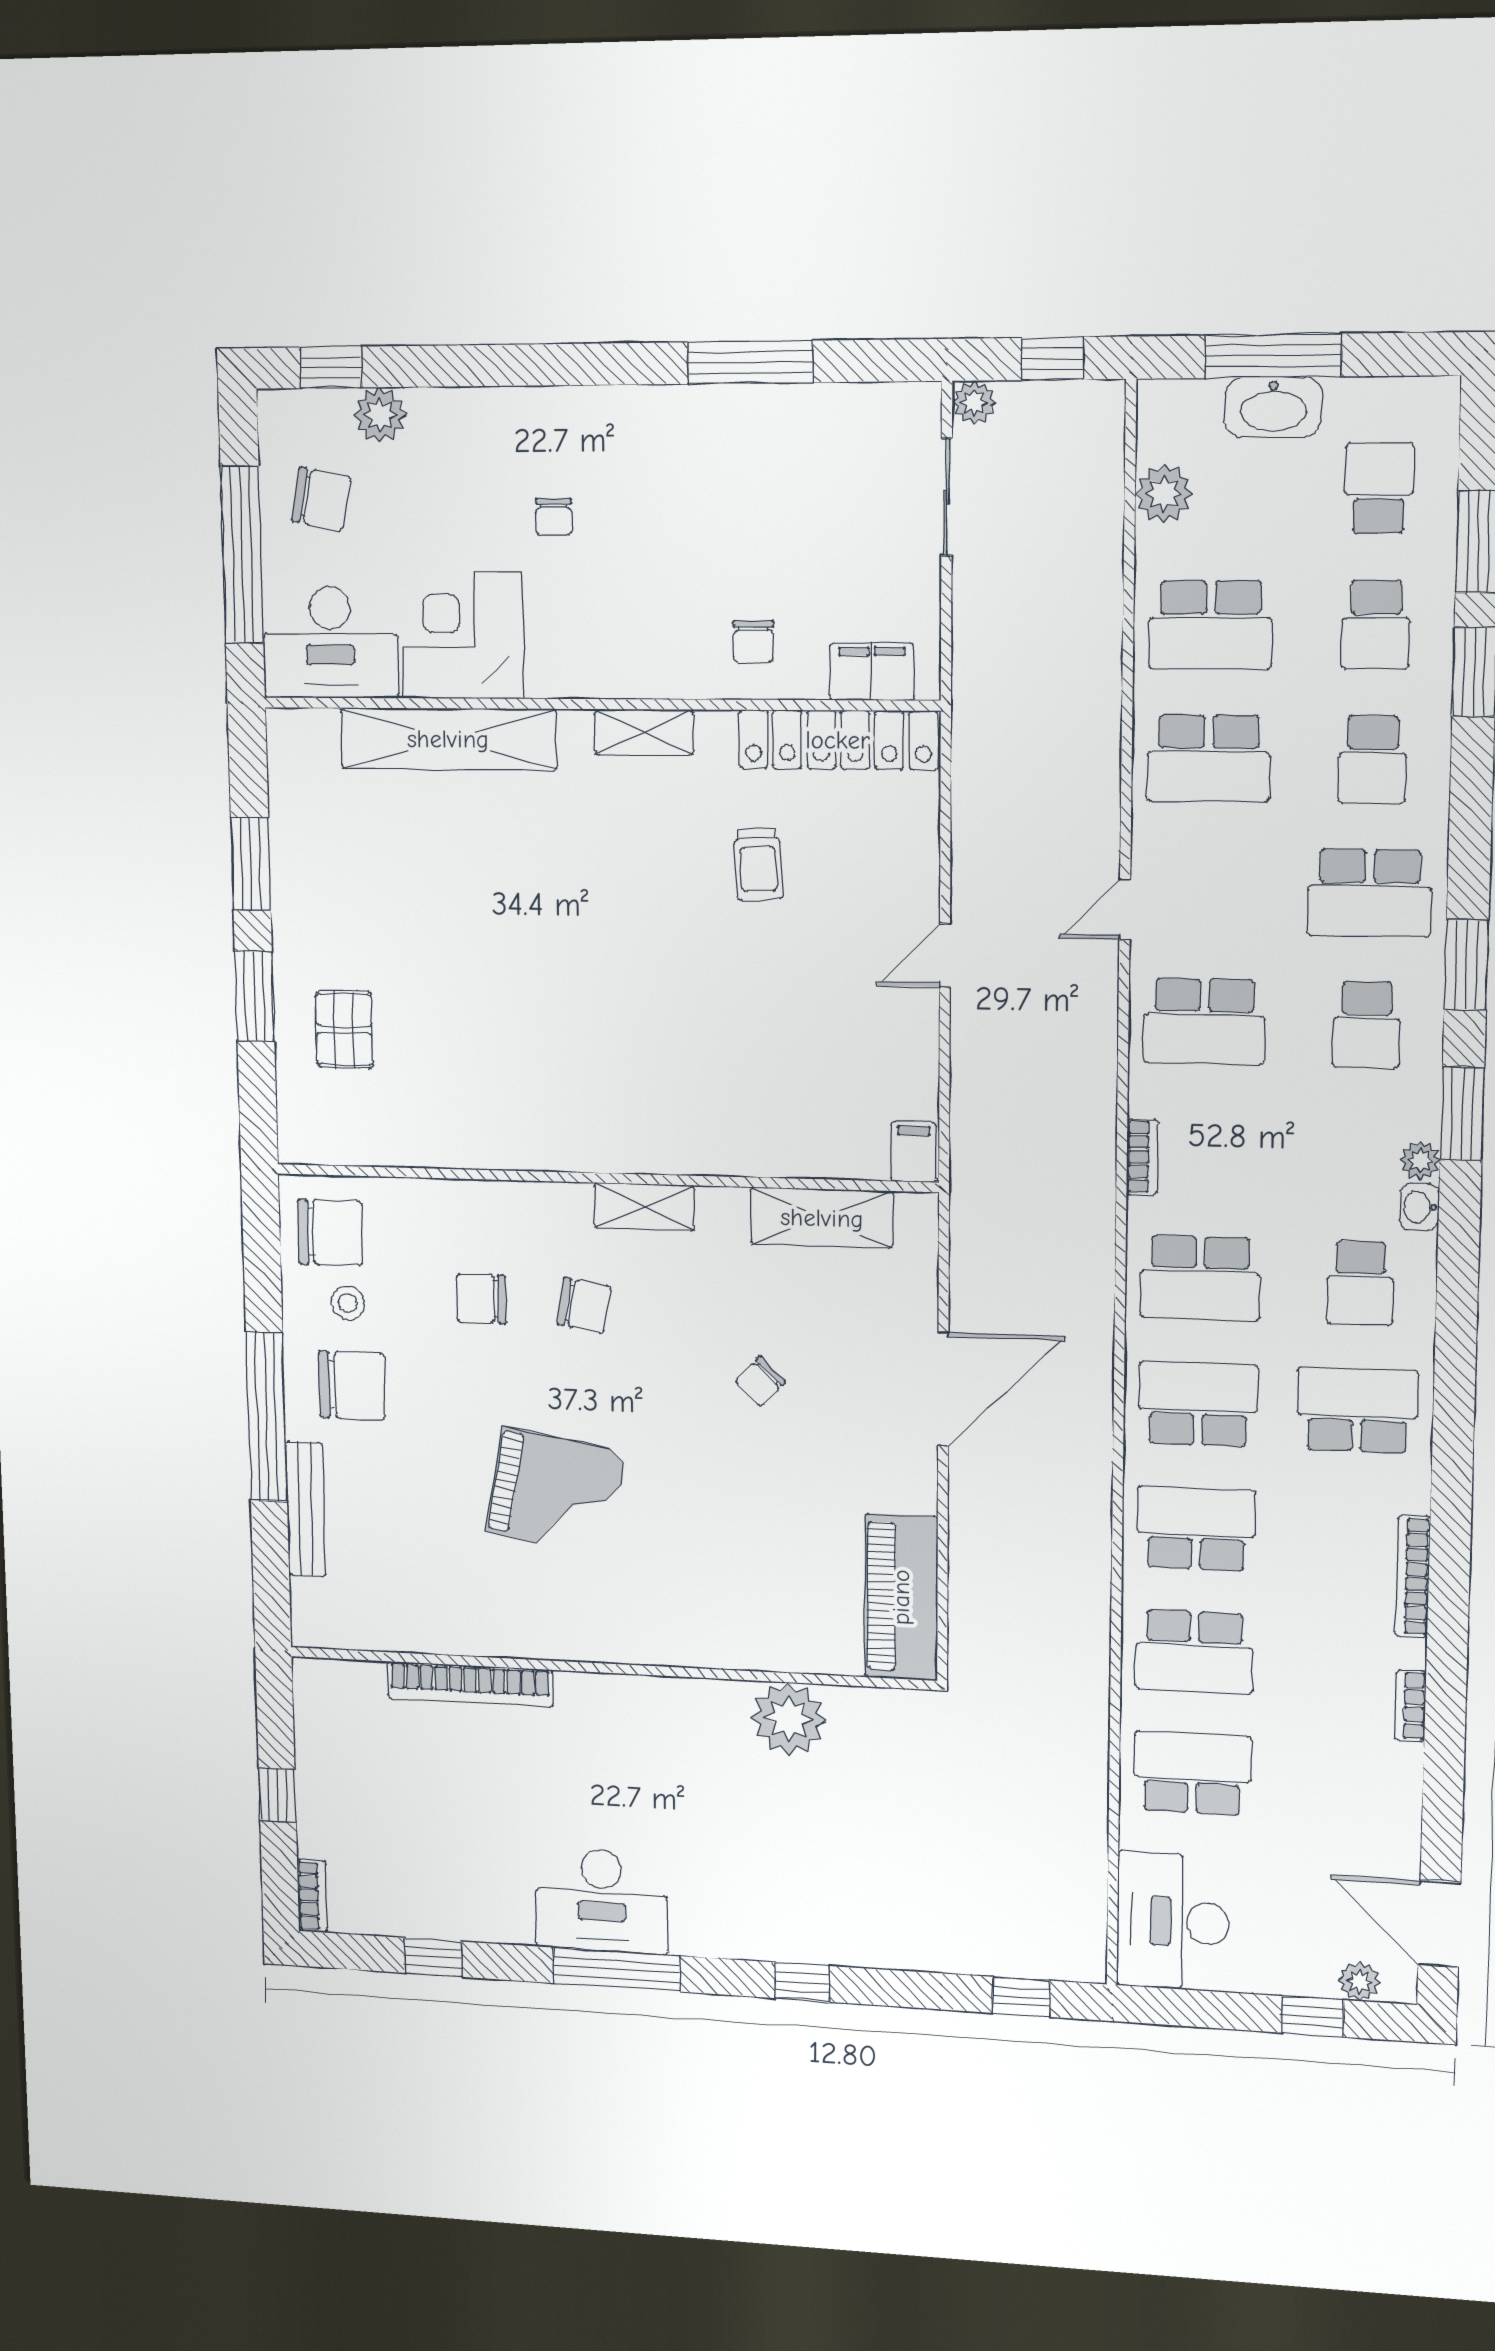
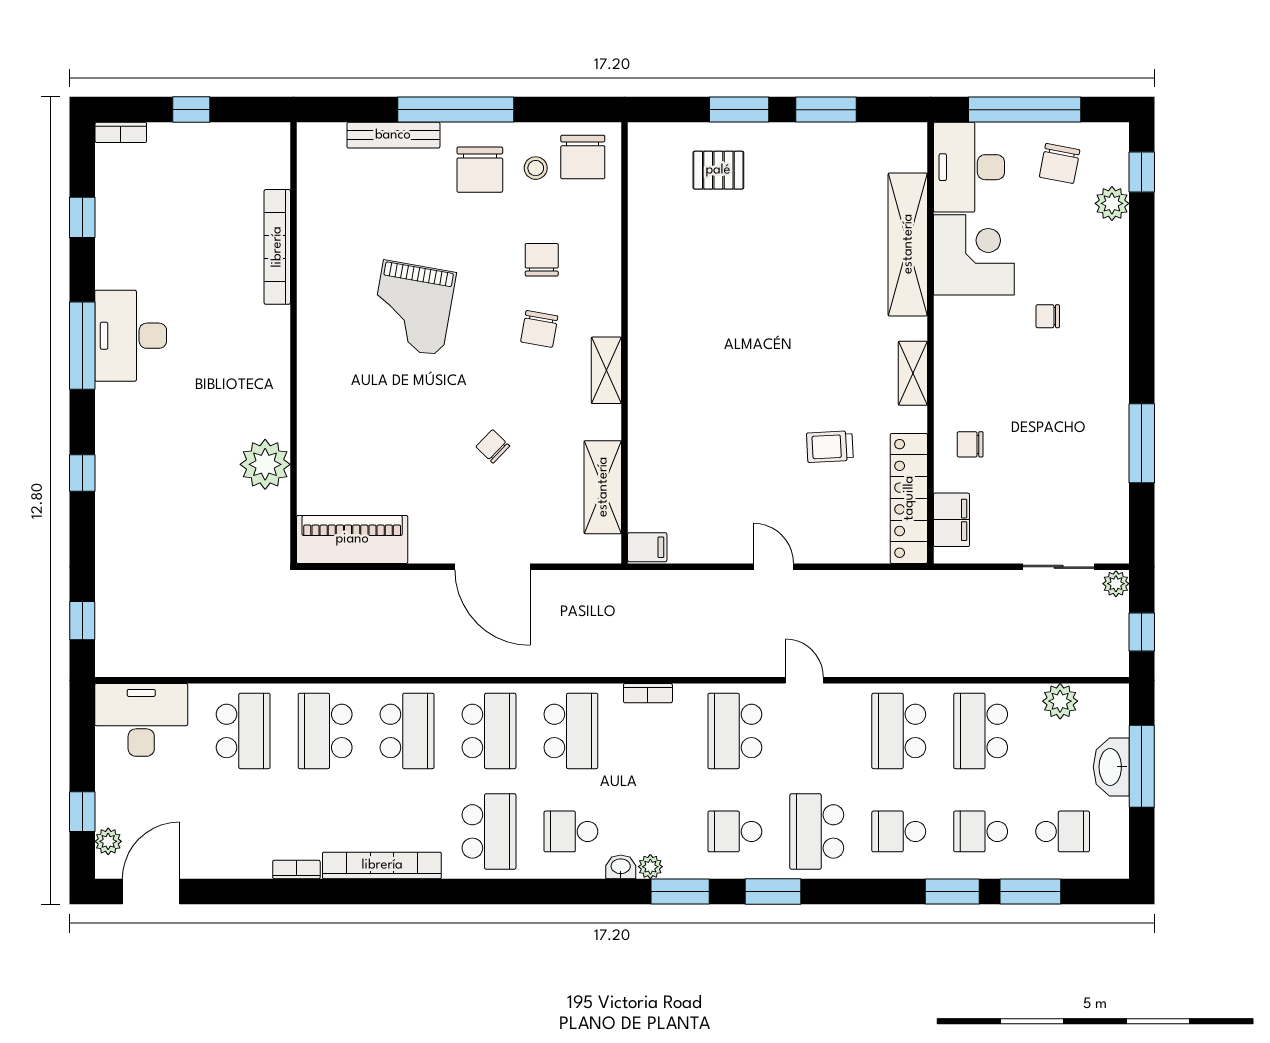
school desk: (1200, 1278) -> (571, 731), turned 180
bookcase: (1413, 1577) -> (382, 865), width x1.48, depth x1.31

